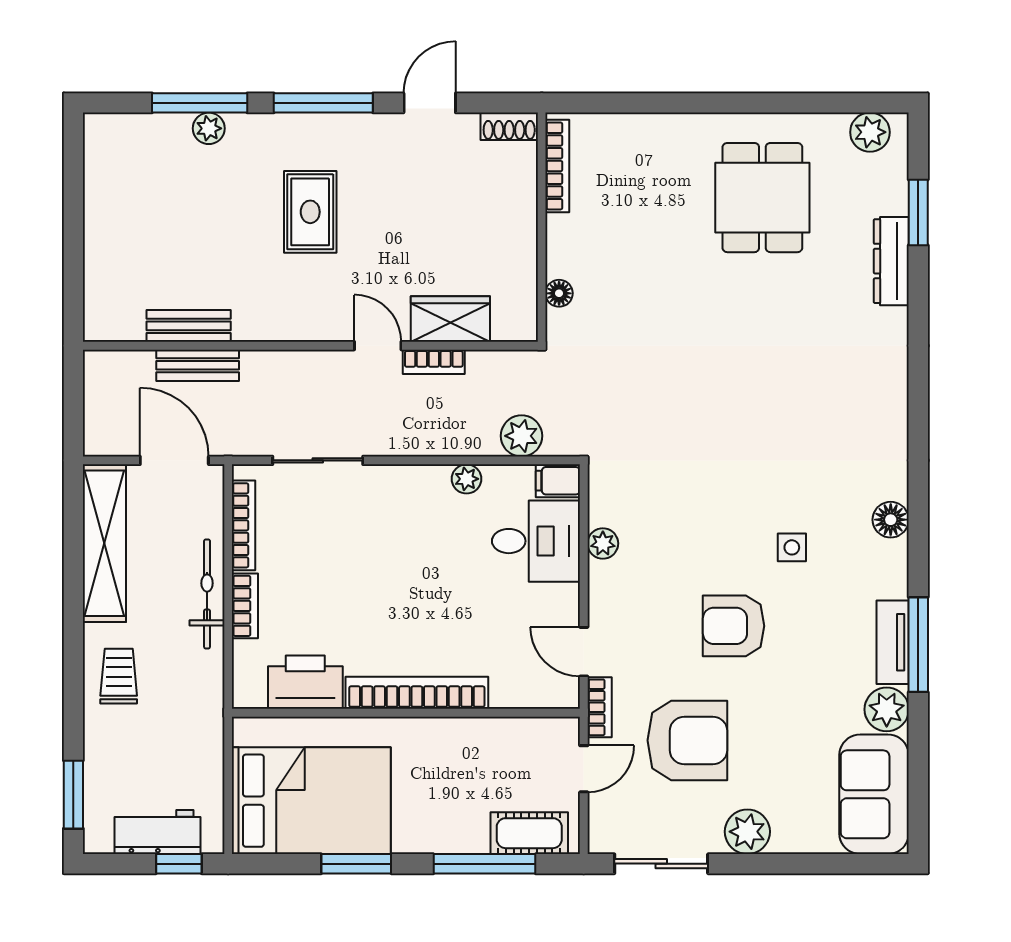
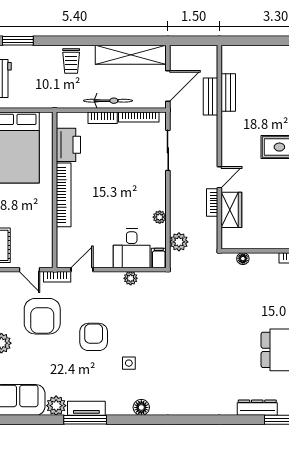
trolley: (119, 676) -> (71, 61), turned 90

